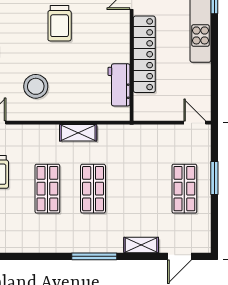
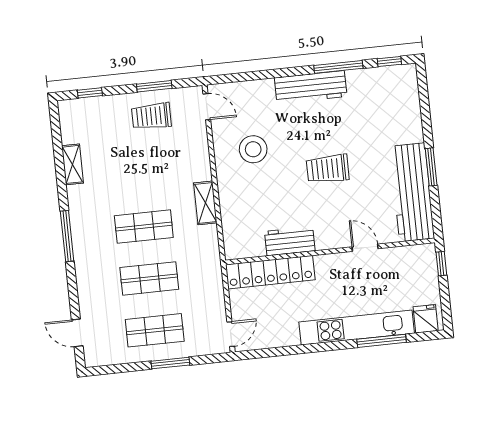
locker: (144, 54) -> (270, 272), moved
workbench: (119, 85) -> (290, 241), moved
shop shelf: (47, 189) -> (149, 278), moved
shelving: (141, 245) -> (73, 164), moved

